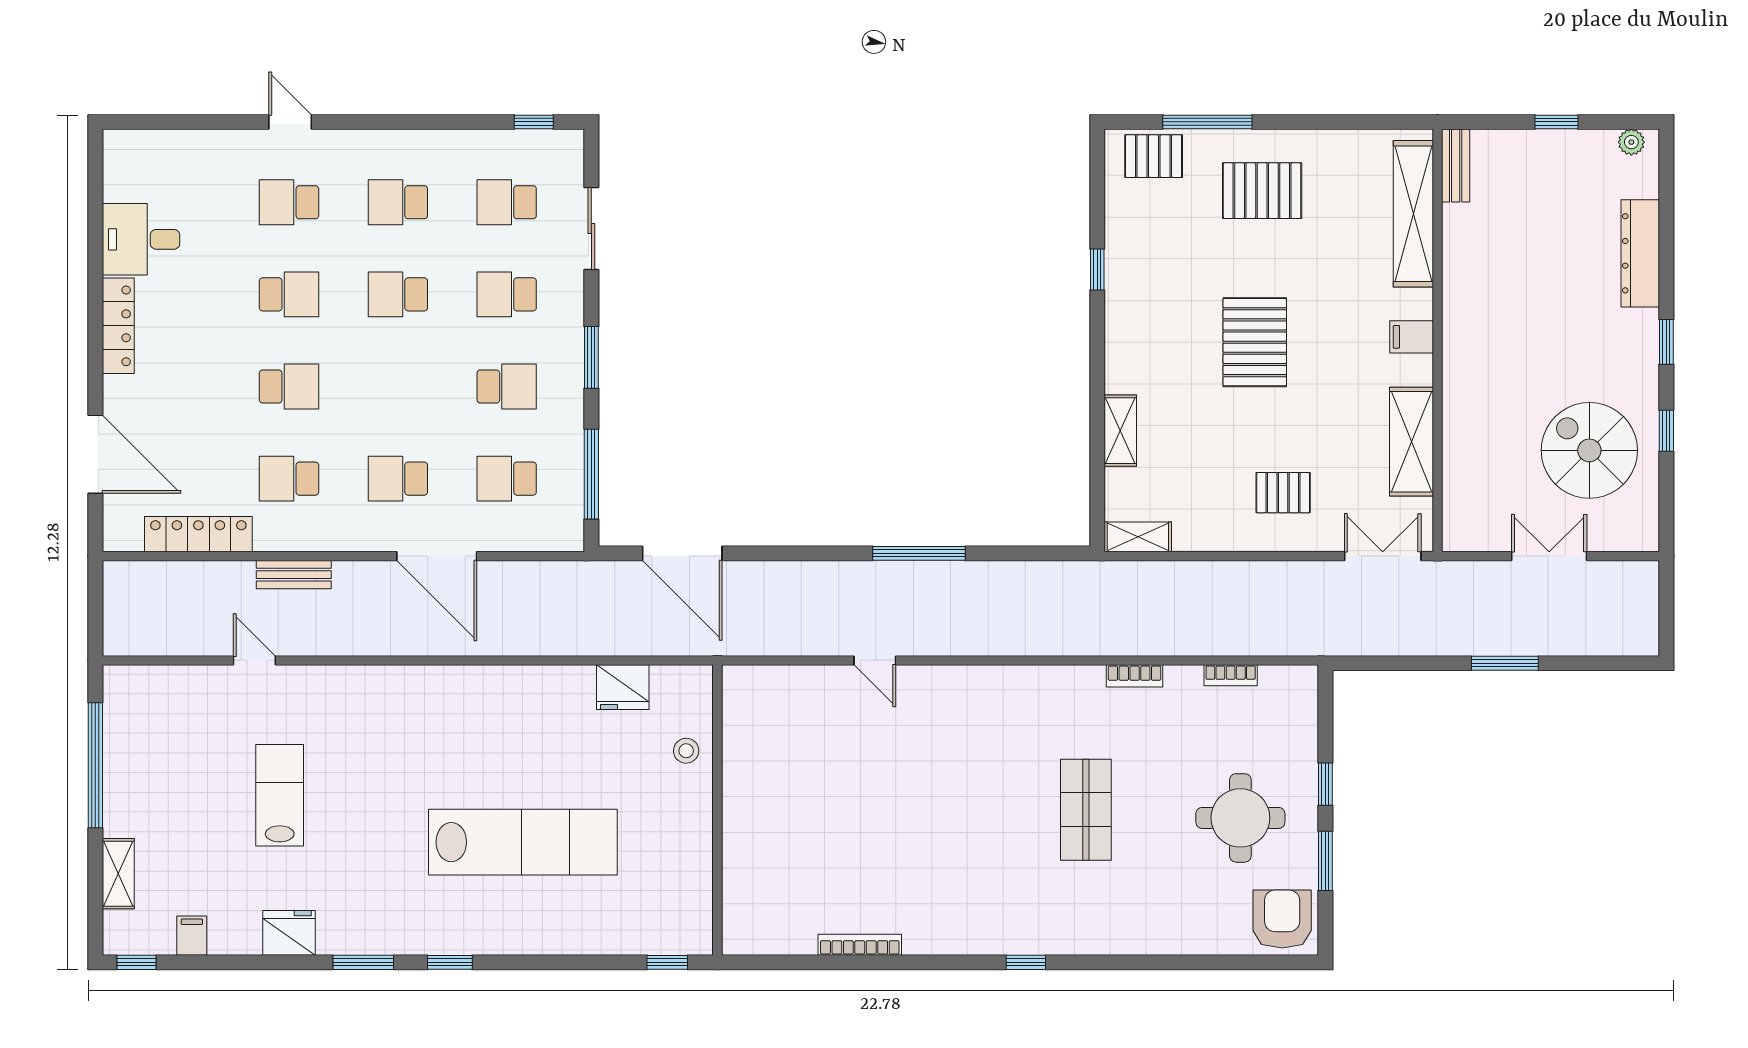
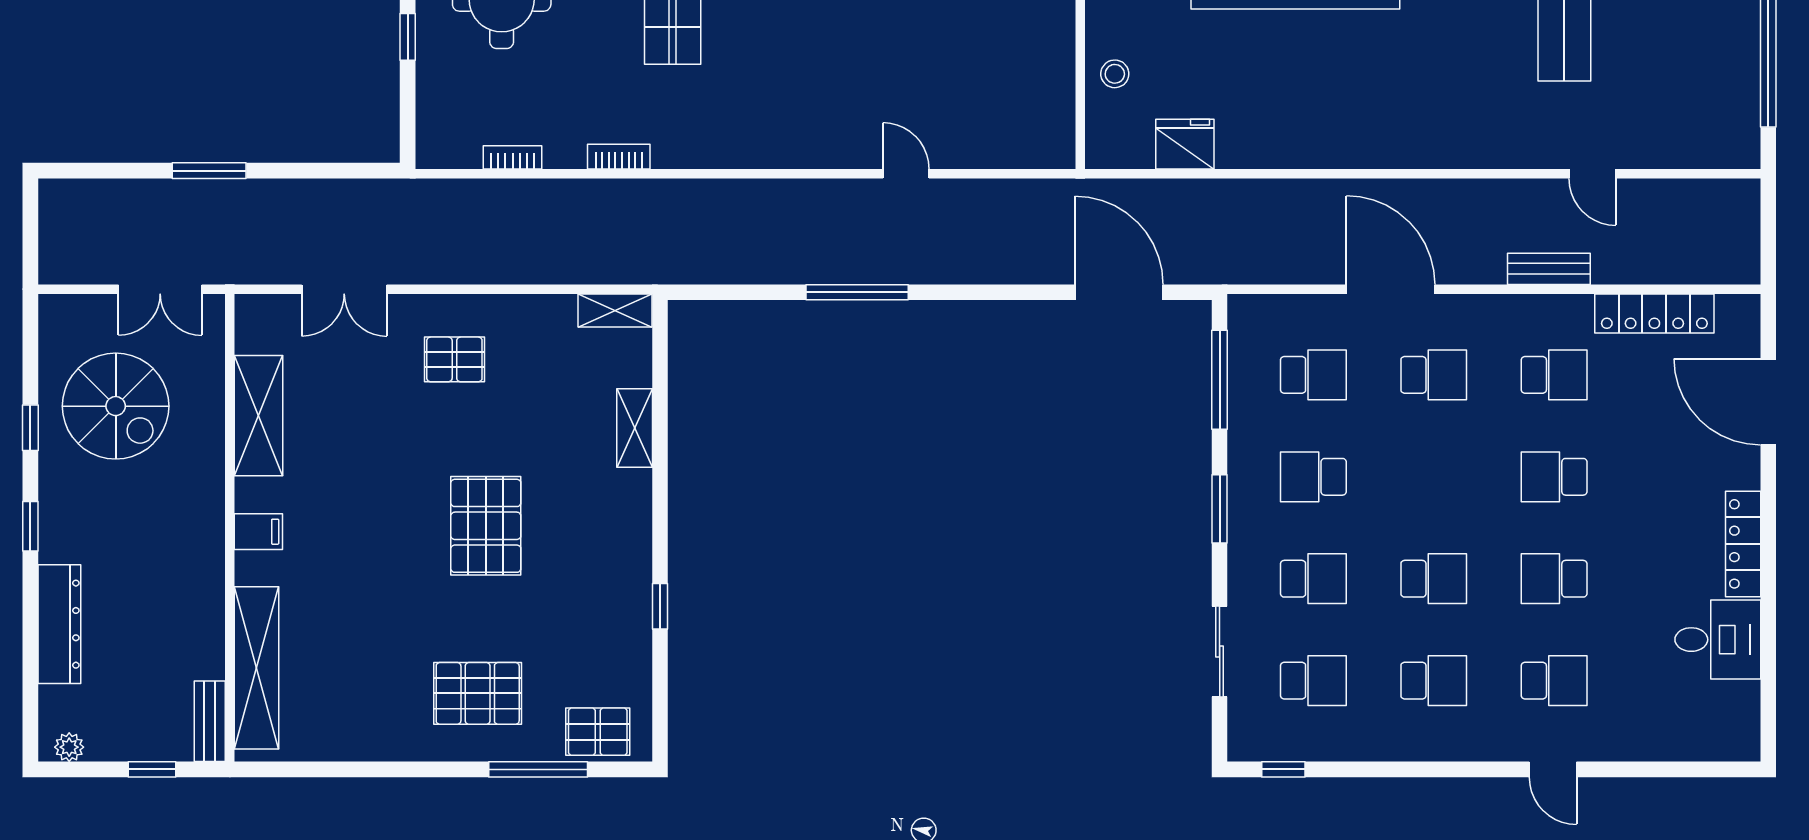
bench: (1456, 165) -> (210, 721), moved
shelving: (1413, 214) -> (257, 668), moved
filing cabinet: (1412, 337) -> (258, 532), moved
wall: (1437, 340) -> (230, 528), moved
shelving: (1412, 442) -> (258, 416), moved

